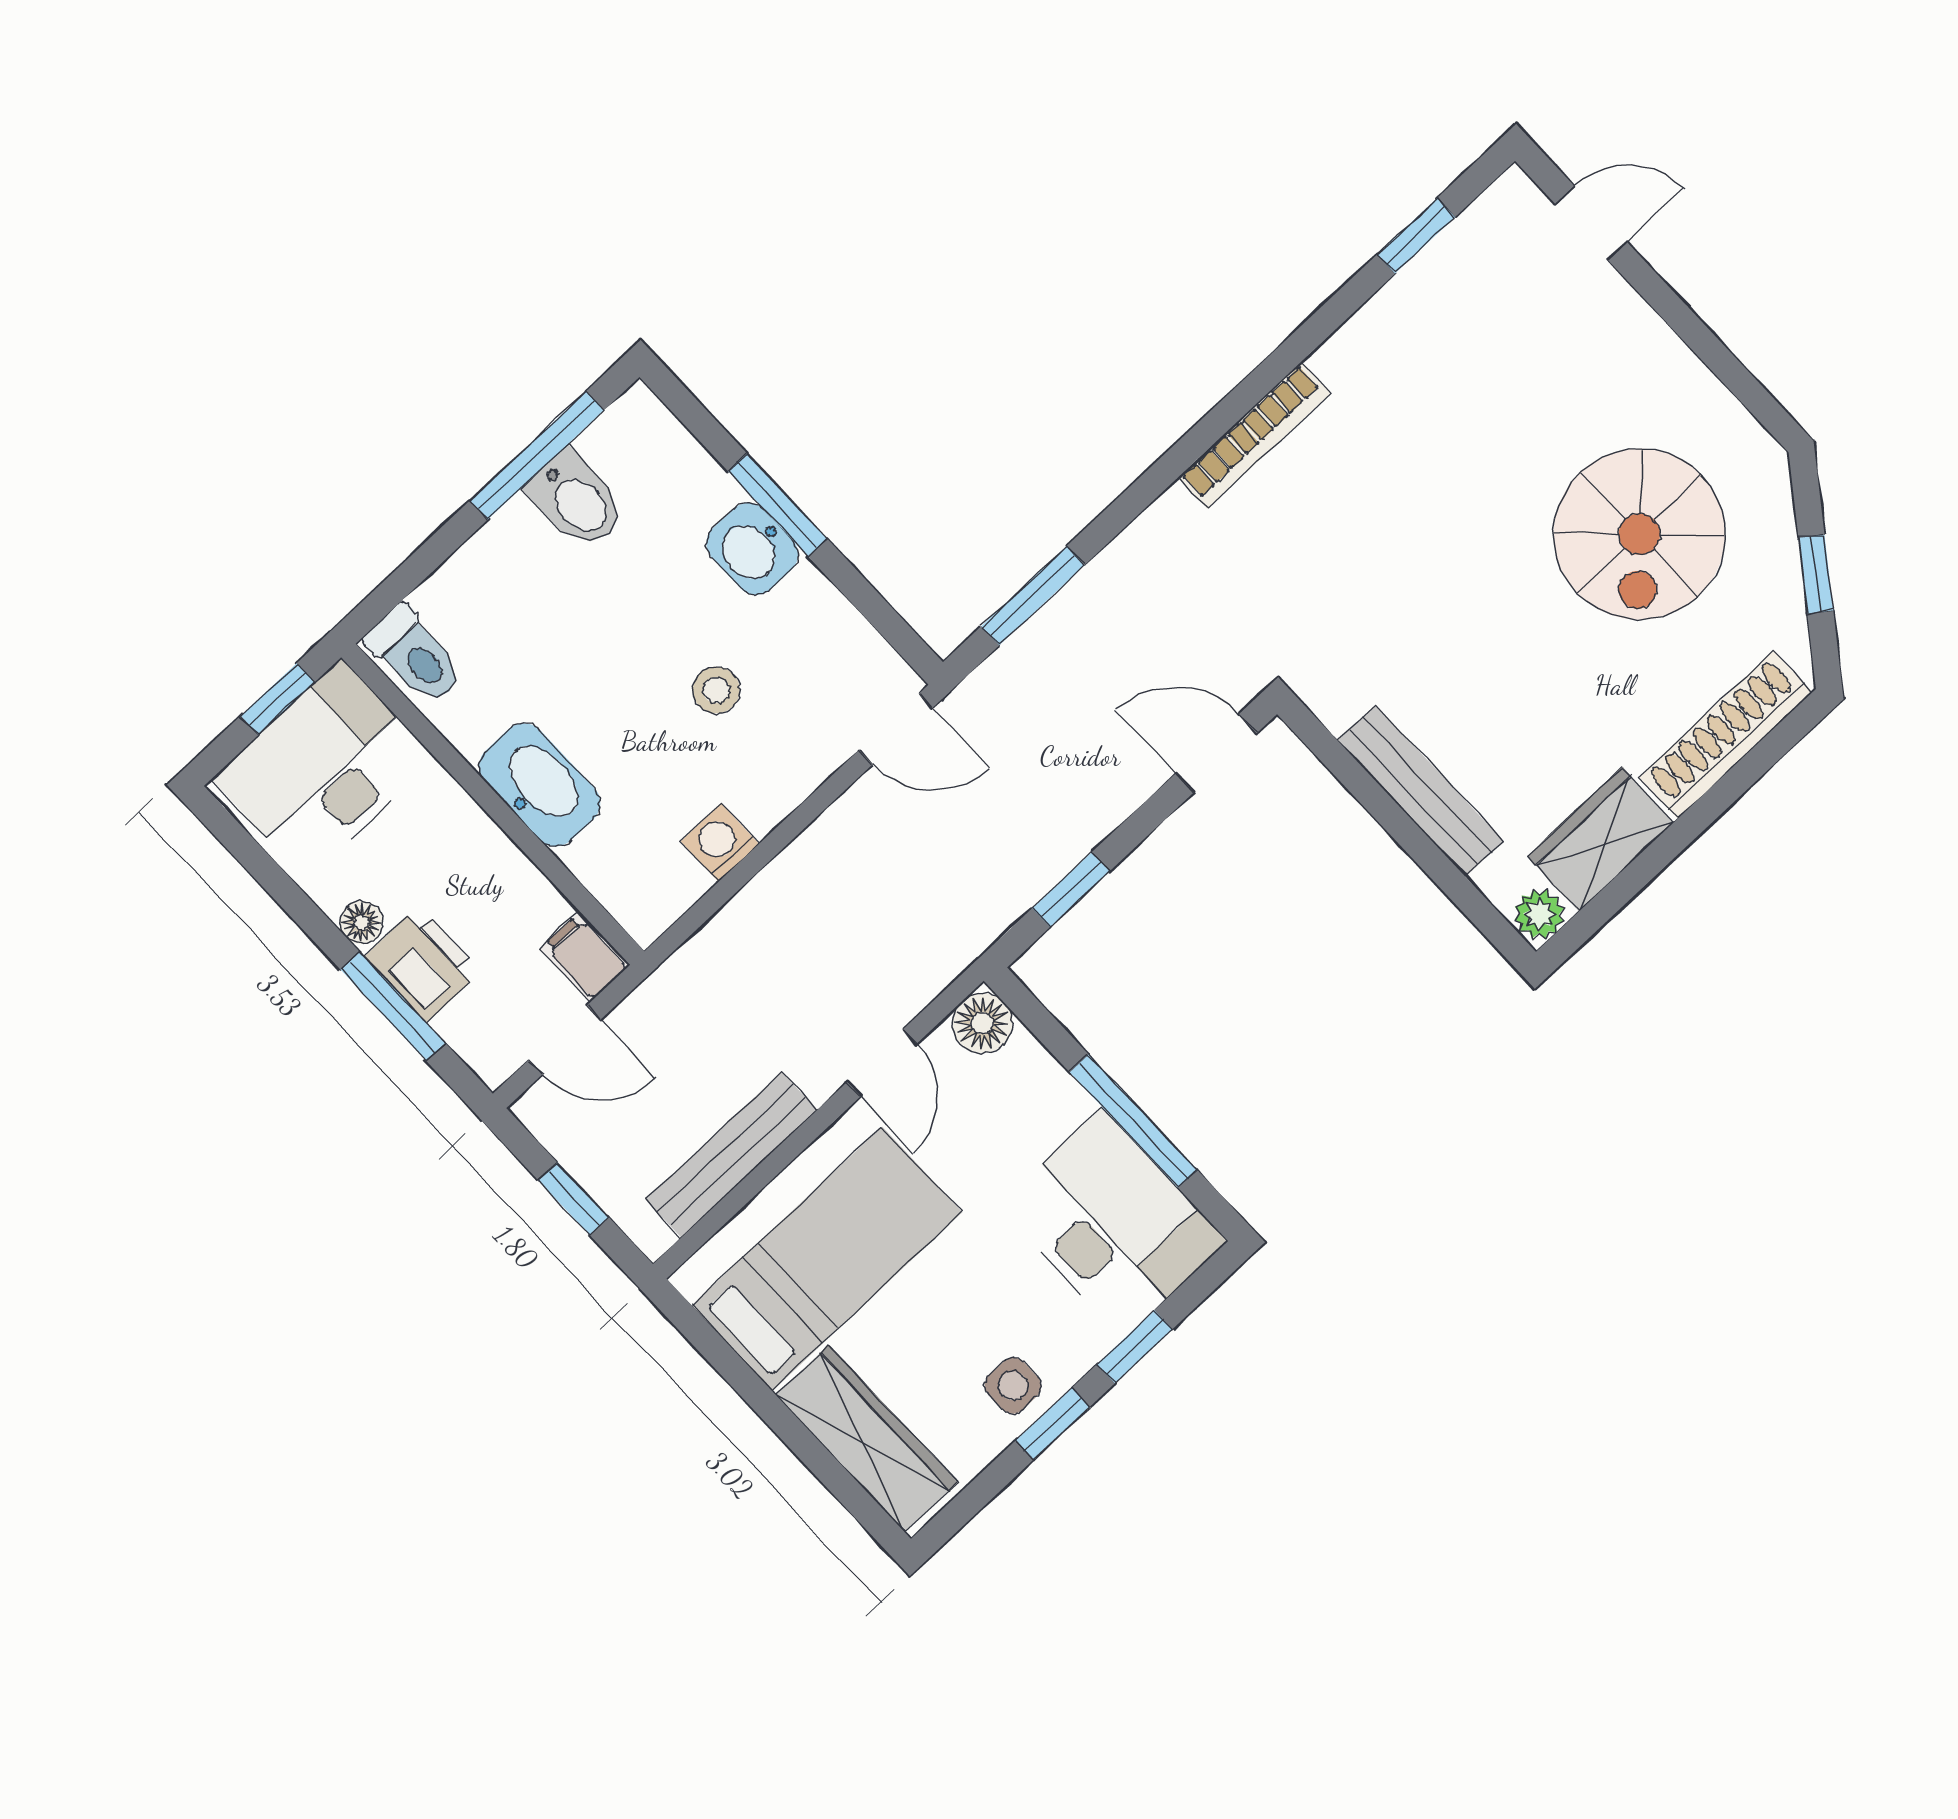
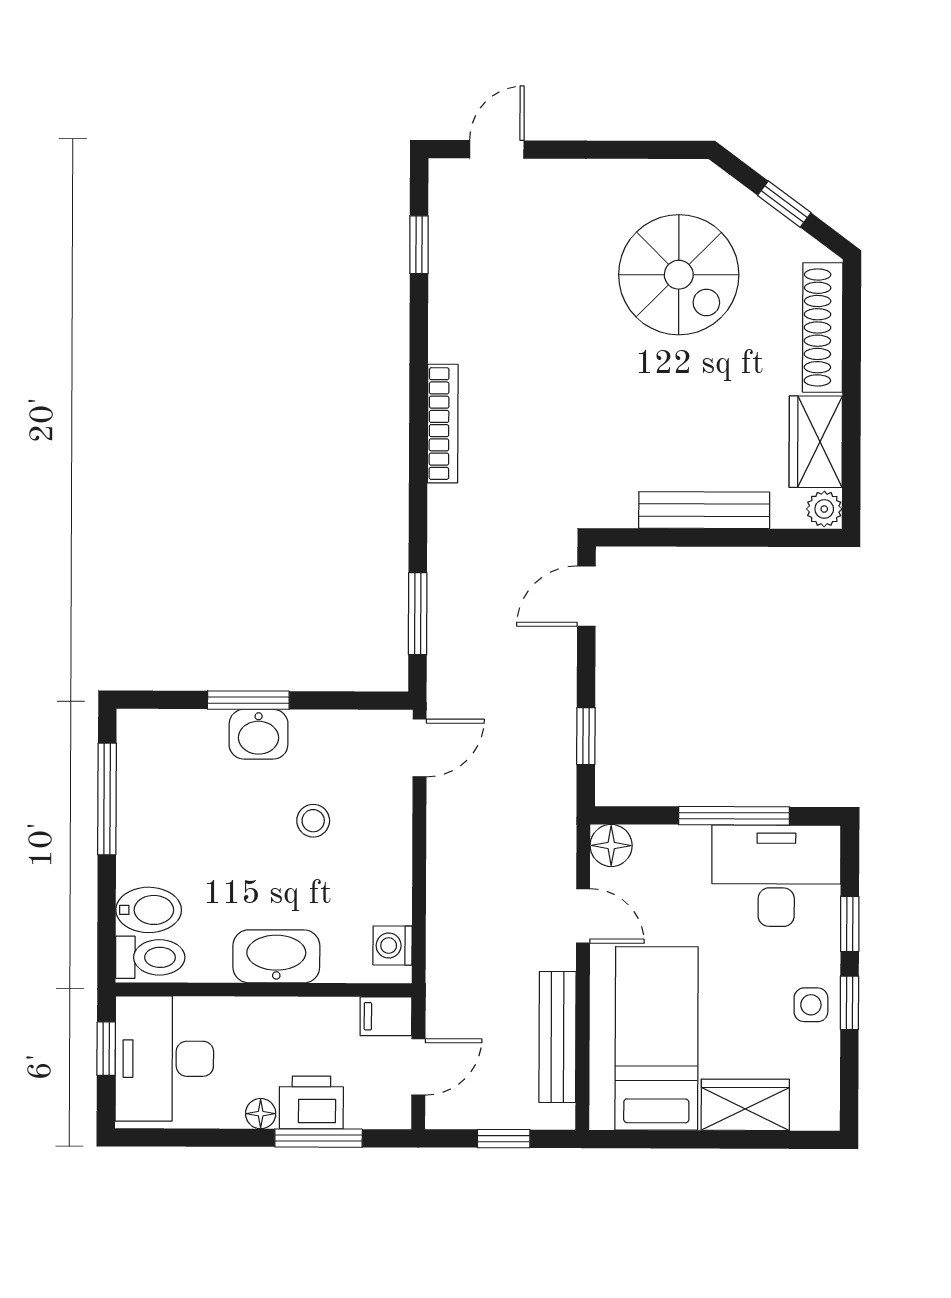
bidet: (576, 500) -> (149, 910), moved
washing machine: (720, 843) -> (393, 946), moved
wardrobe: (867, 1439) -> (745, 1105), width x0.67

